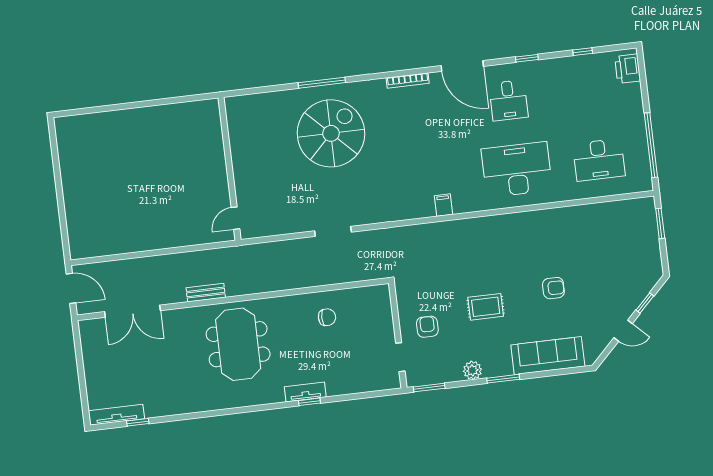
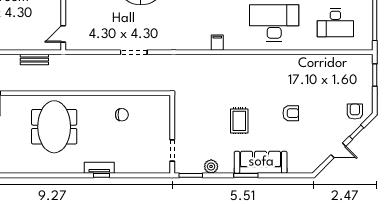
bench: (206, 293) -> (34, 60), moved
rug: (486, 307) -> (239, 121), turned 90
armchair: (427, 327) -> (355, 112), moved
sofa: (548, 356) -> (261, 162), moved
plant: (472, 370) -> (211, 166), moved

